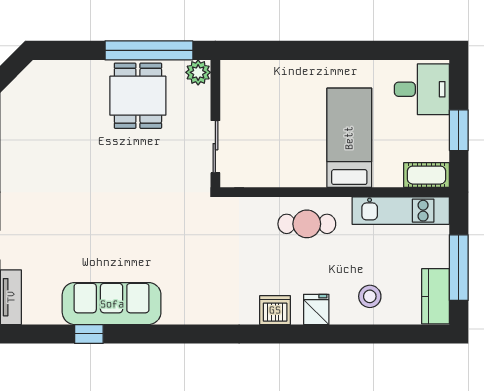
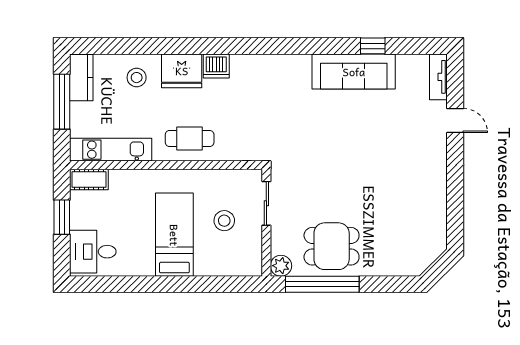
dining table: (138, 96) -> (332, 246), turned 90
stool: (266, 126) -> (224, 221), added
bed: (349, 138) -> (174, 235), moved, turned 180
fridge: (316, 309) -> (182, 71), width x1.88, depth x1.34

